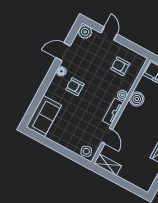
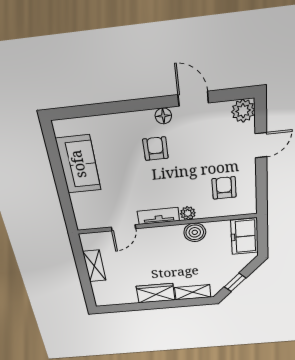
sofa: (44, 116) -> (78, 164), moved, turned -90
side table: (86, 151) -> (85, 216), removed
shelving: (108, 165) -> (94, 266), moved

